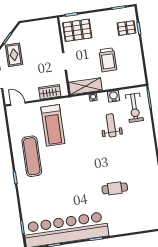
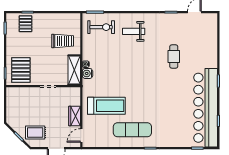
trolley: (108, 60) -> (63, 41), moved
wardrobe: (50, 92) -> (75, 116), moved
water cooler: (114, 96) -> (87, 73), moved
weight bench: (111, 125) -> (134, 31), moved

